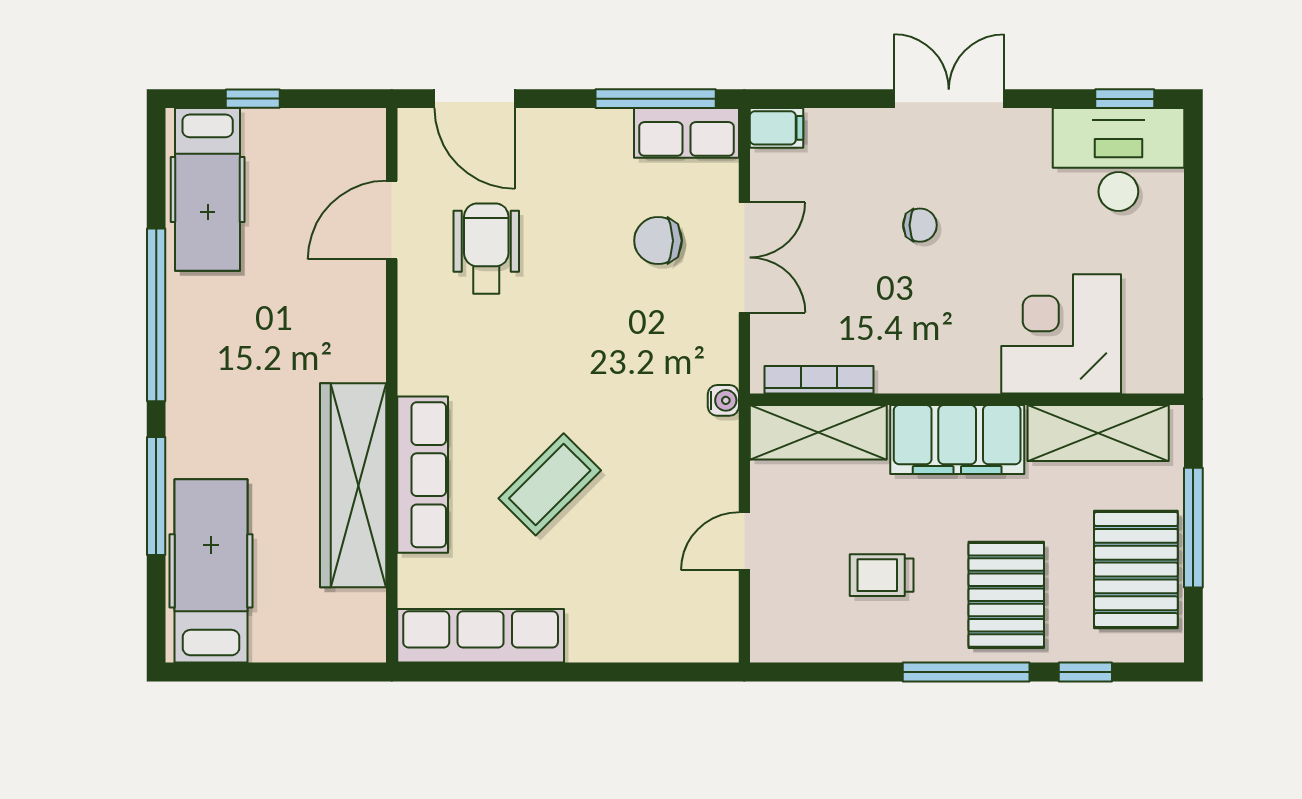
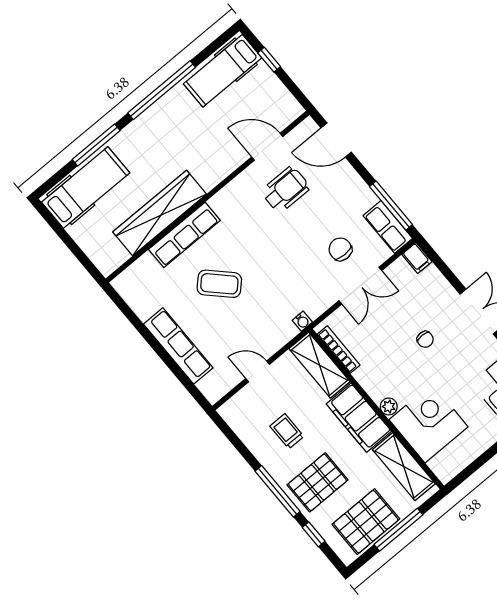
door: (475, 99) -> (336, 140), hinge flipped
plant: (980, 376) -> (389, 406), added
row of seats: (481, 636) -> (178, 346), moved

